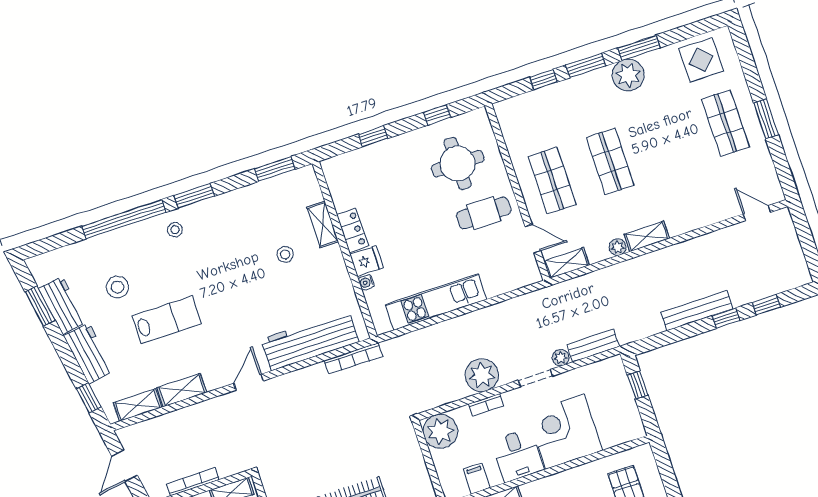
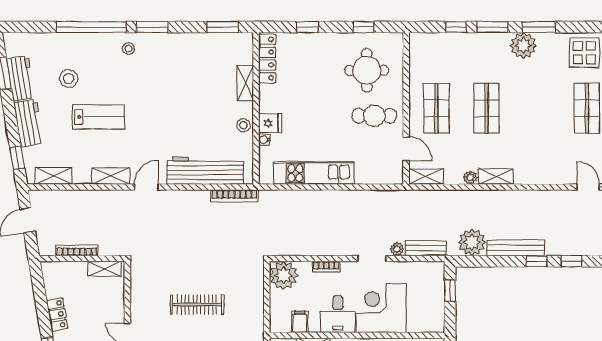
locker: (352, 230) -> (267, 59), moved, width x1.53
stool: (285, 254) -> (243, 125), moved
plant: (482, 375) -> (472, 242), moved
shelving: (182, 390) -> (111, 176), moved

